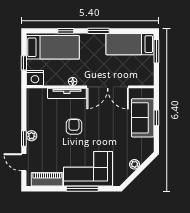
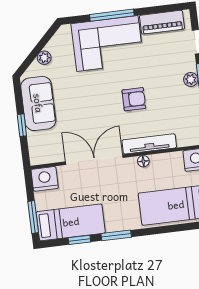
window: (66, 31) -> (79, 240), moved
nightstand: (145, 77) -> (45, 179), added
sofa: (143, 118) -> (38, 103), moved
armchair: (74, 127) -> (134, 99), turned -90

